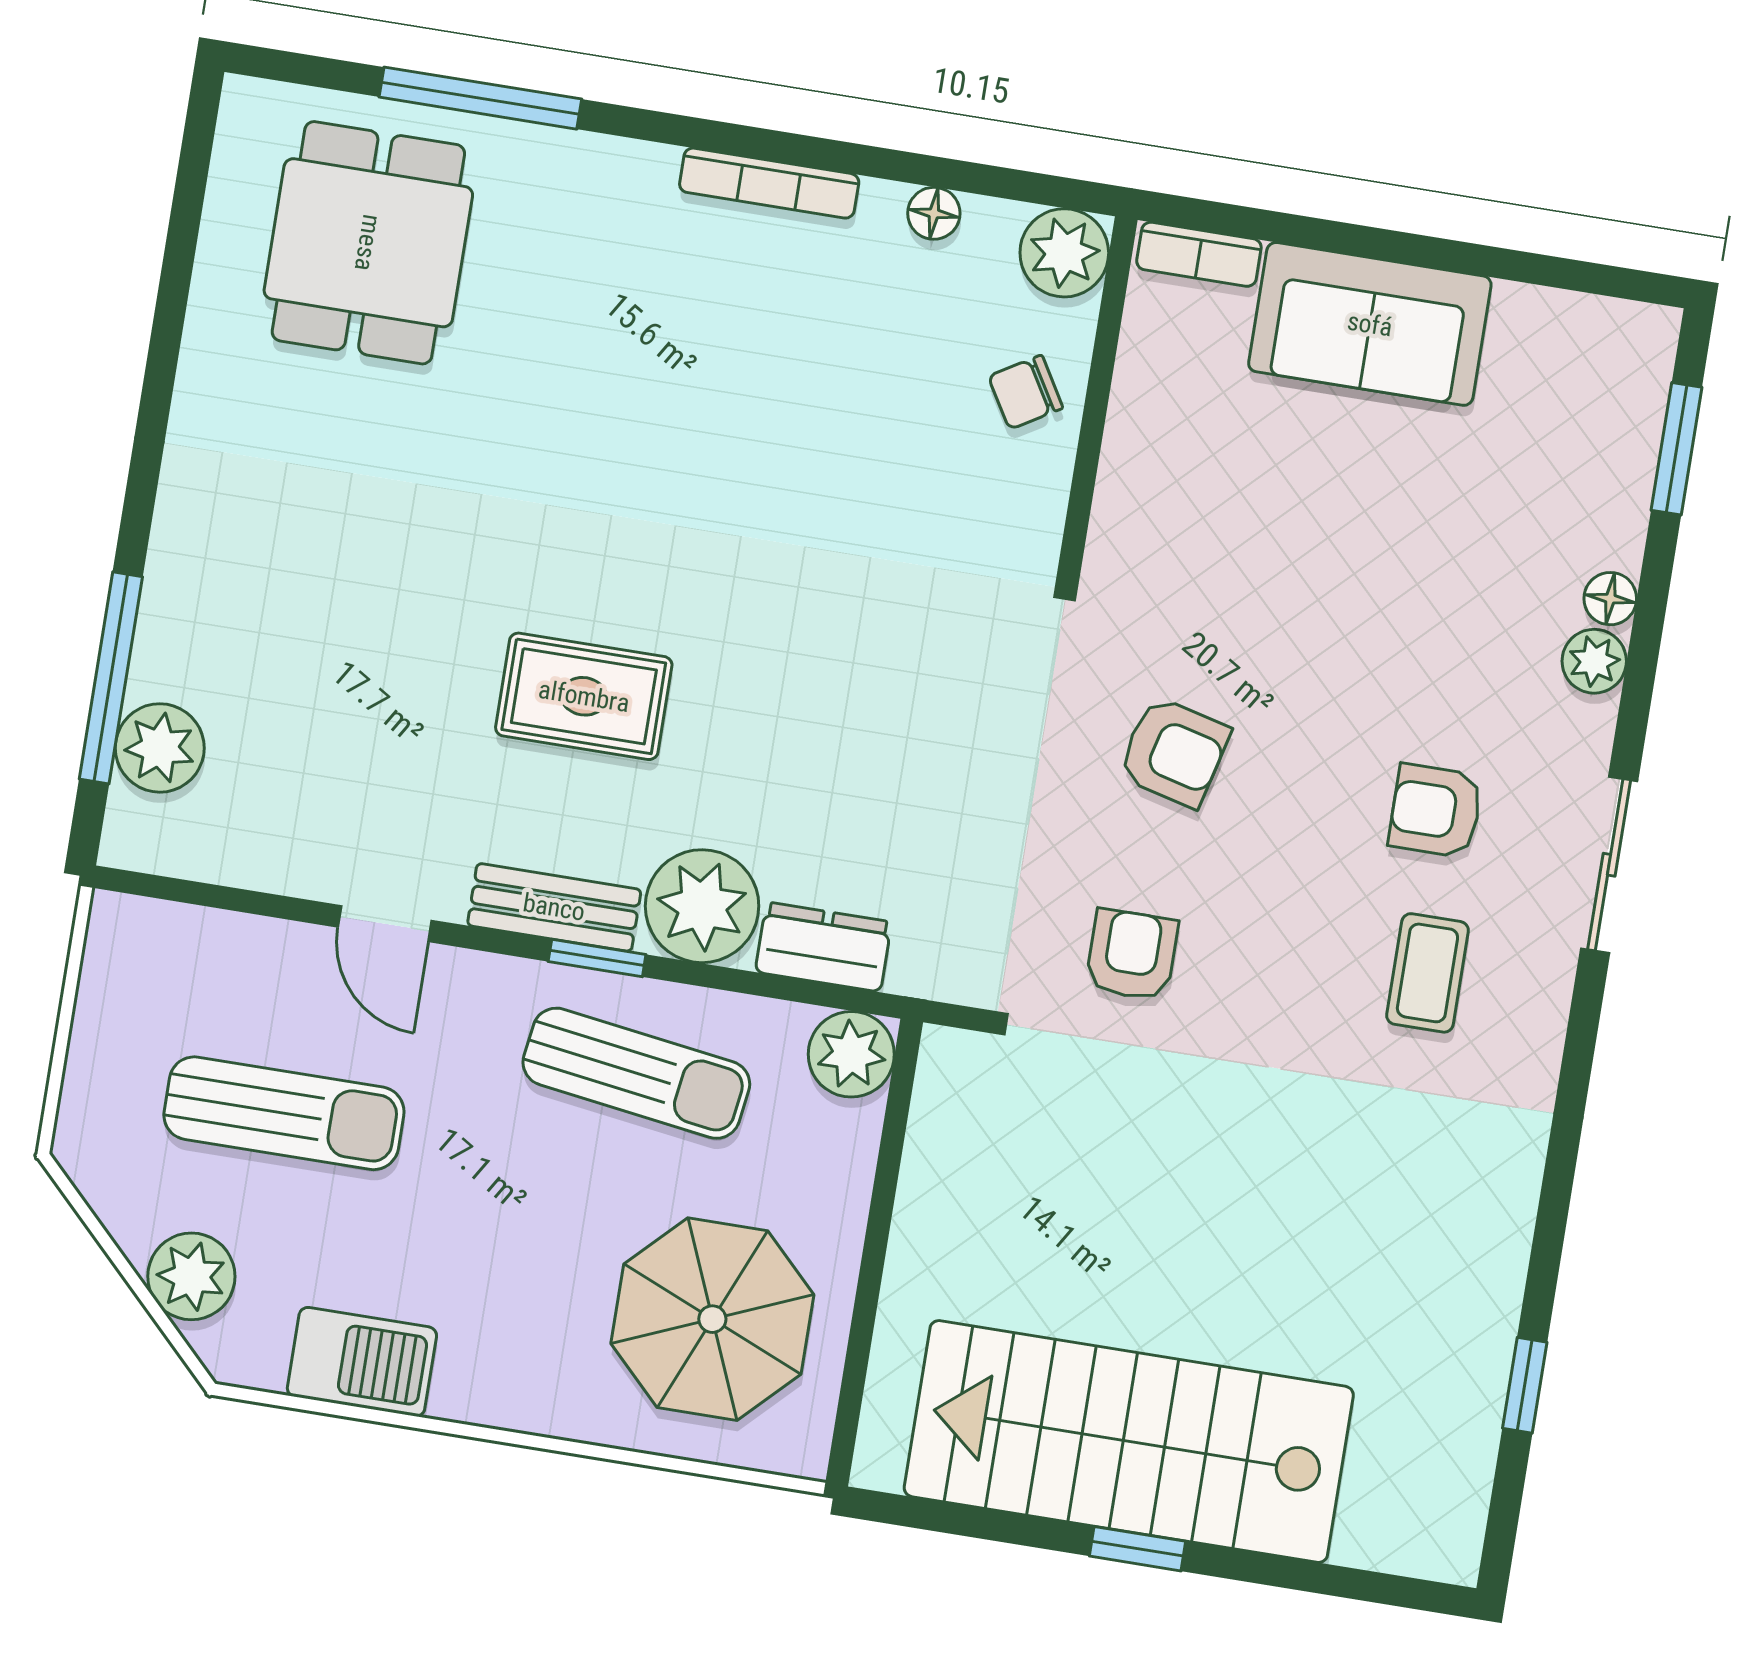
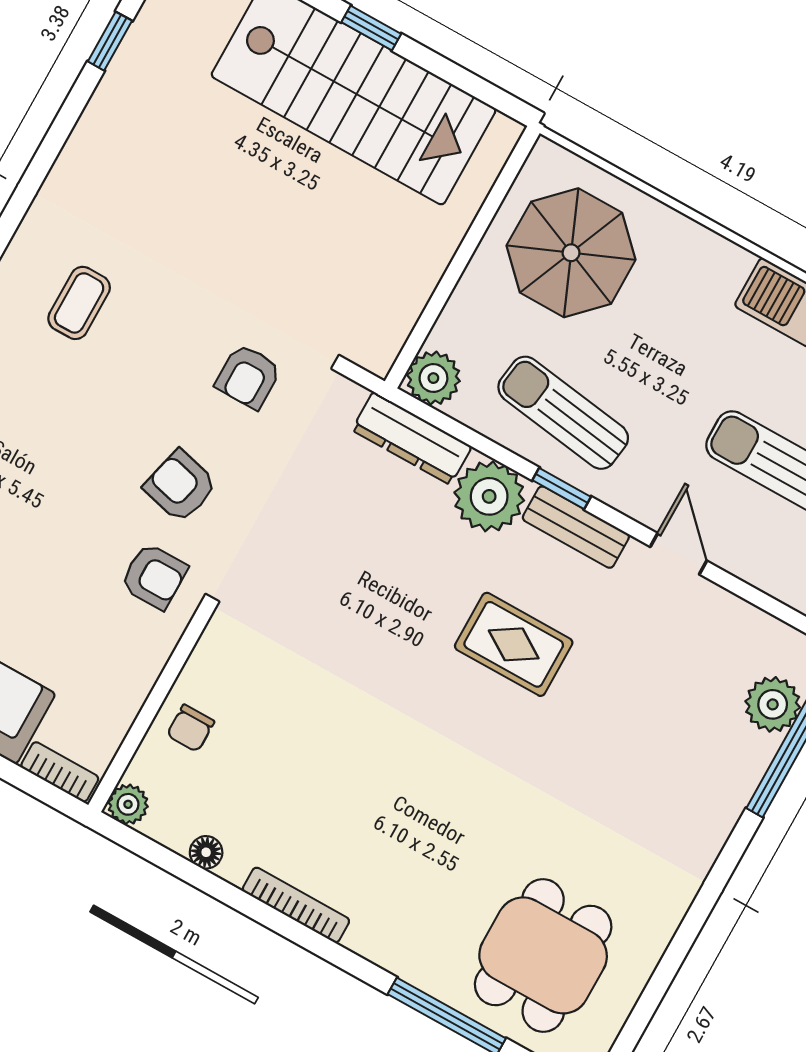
plant: (1064, 253) -> (128, 804), width x0.73, depth x0.73
chair: (1026, 392) -> (191, 728), turned 121
armchair: (1436, 811) -> (154, 576), moved
dresser: (823, 947) -> (412, 438), width x1.44

